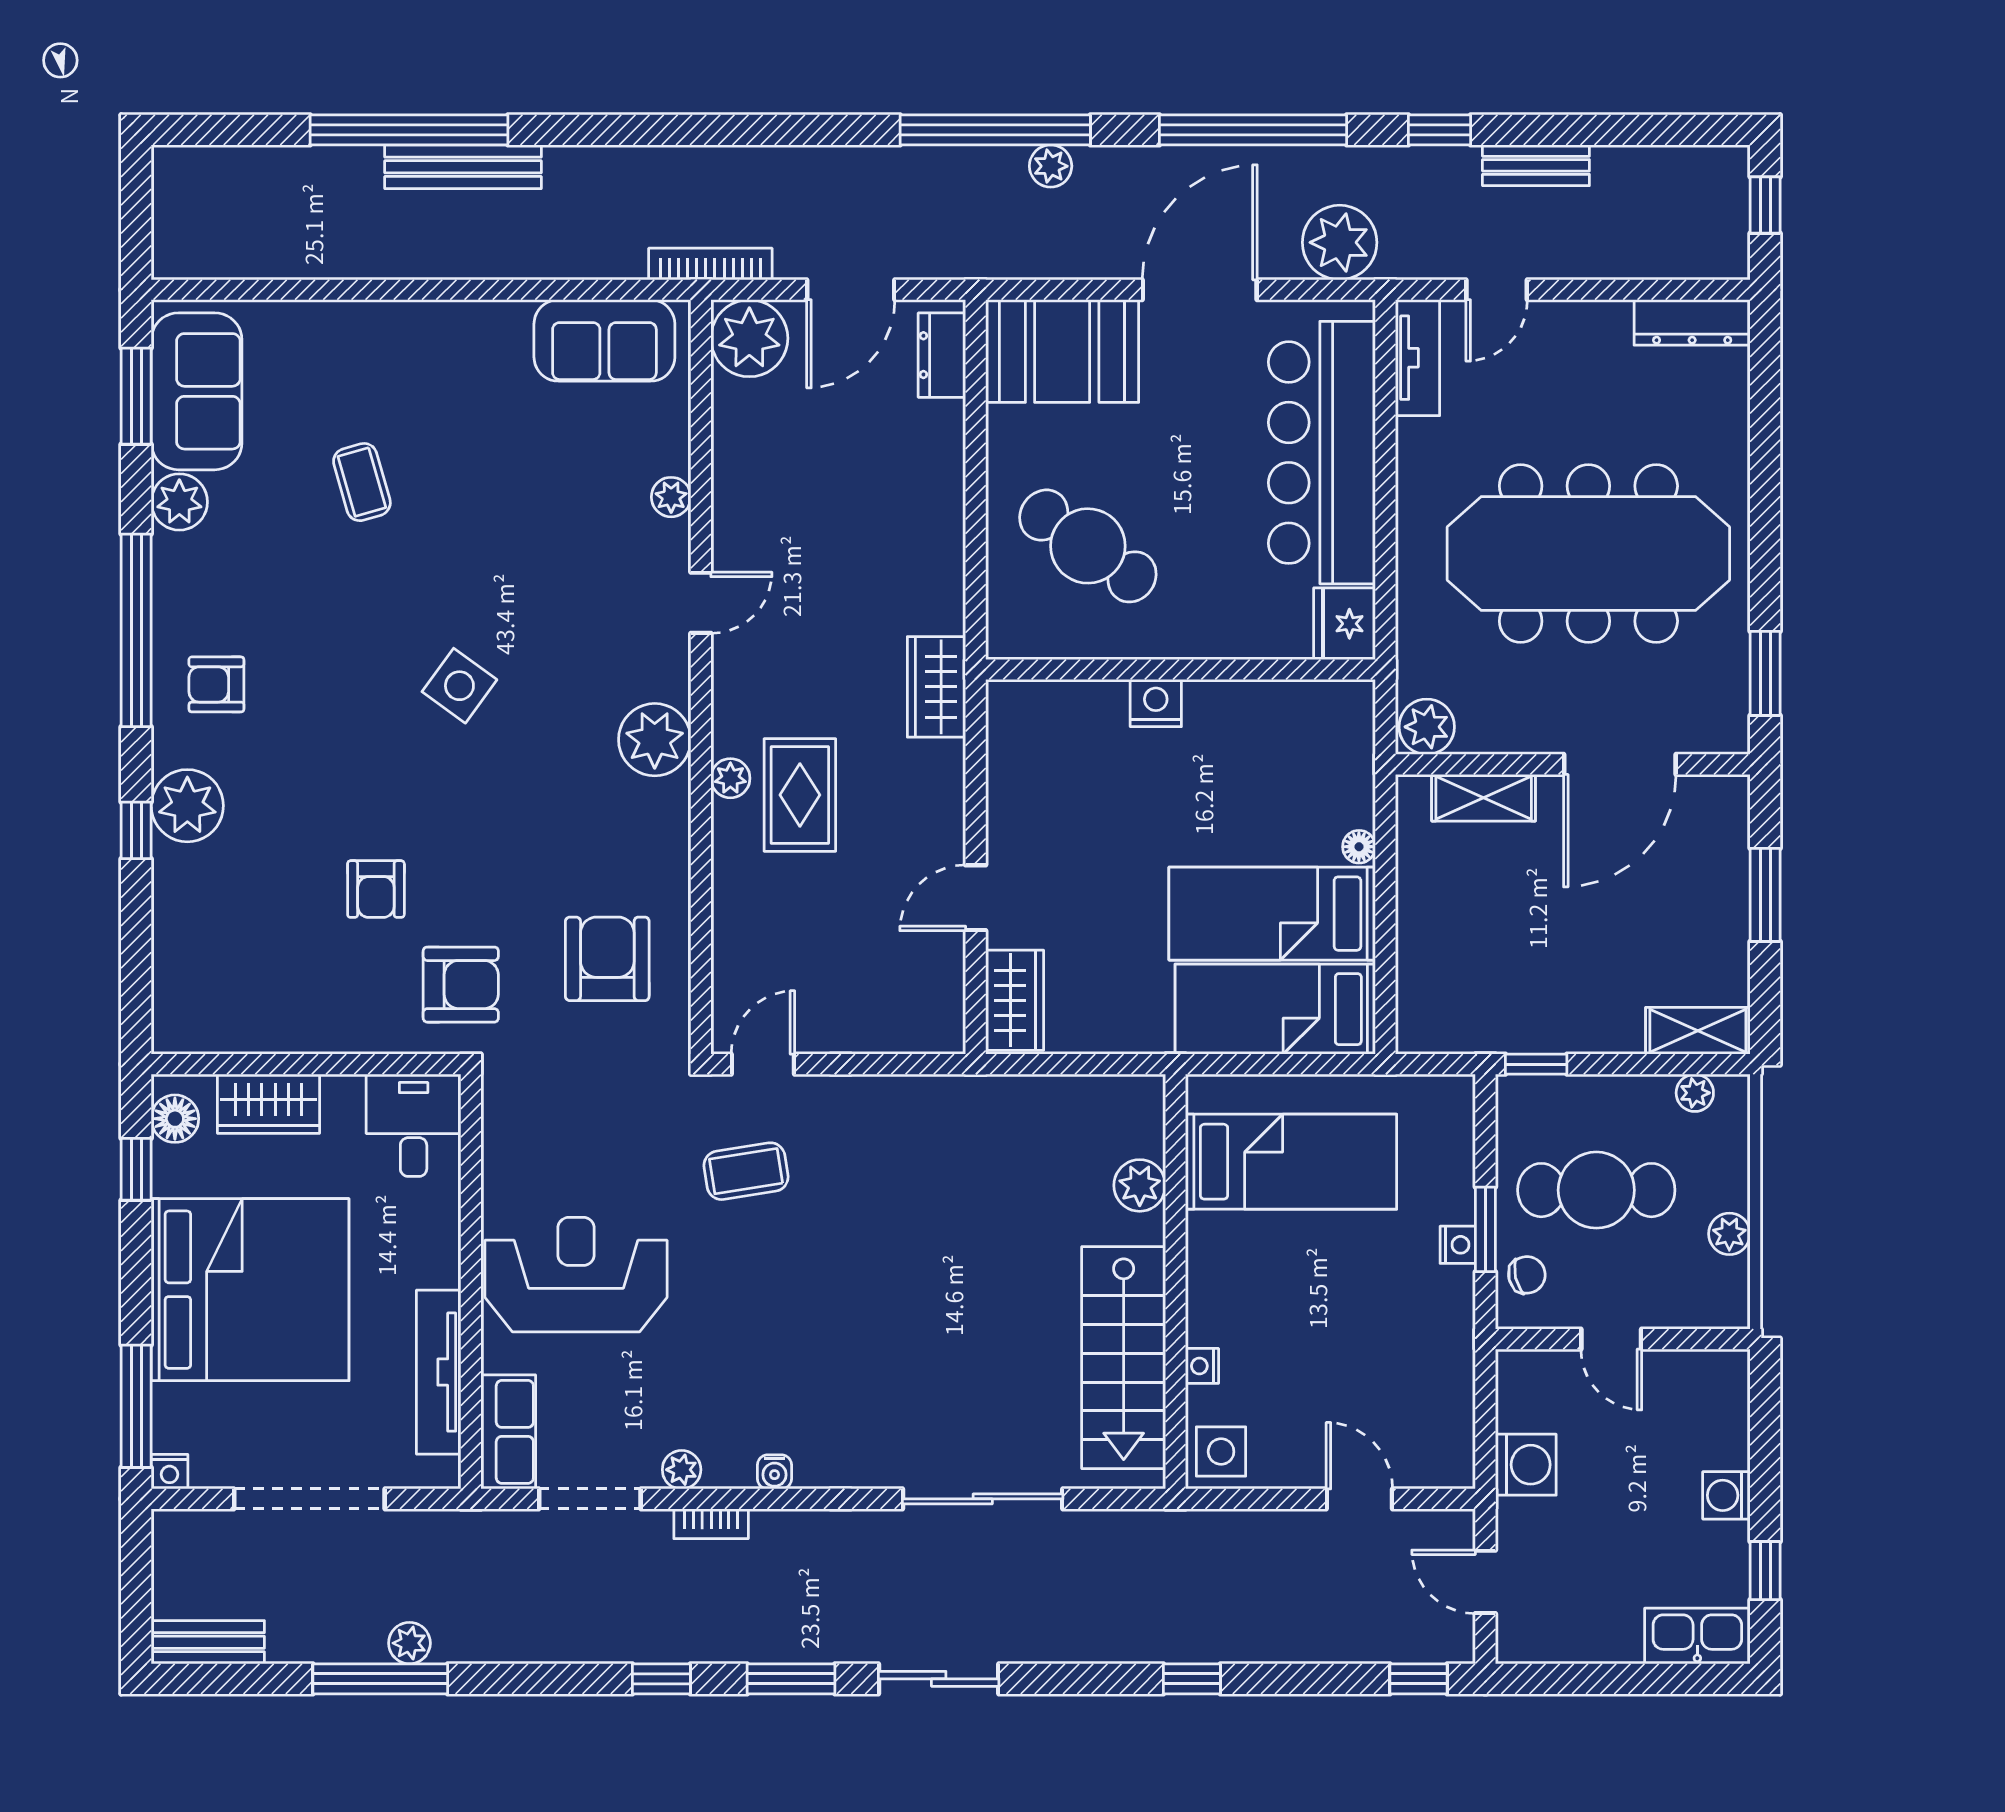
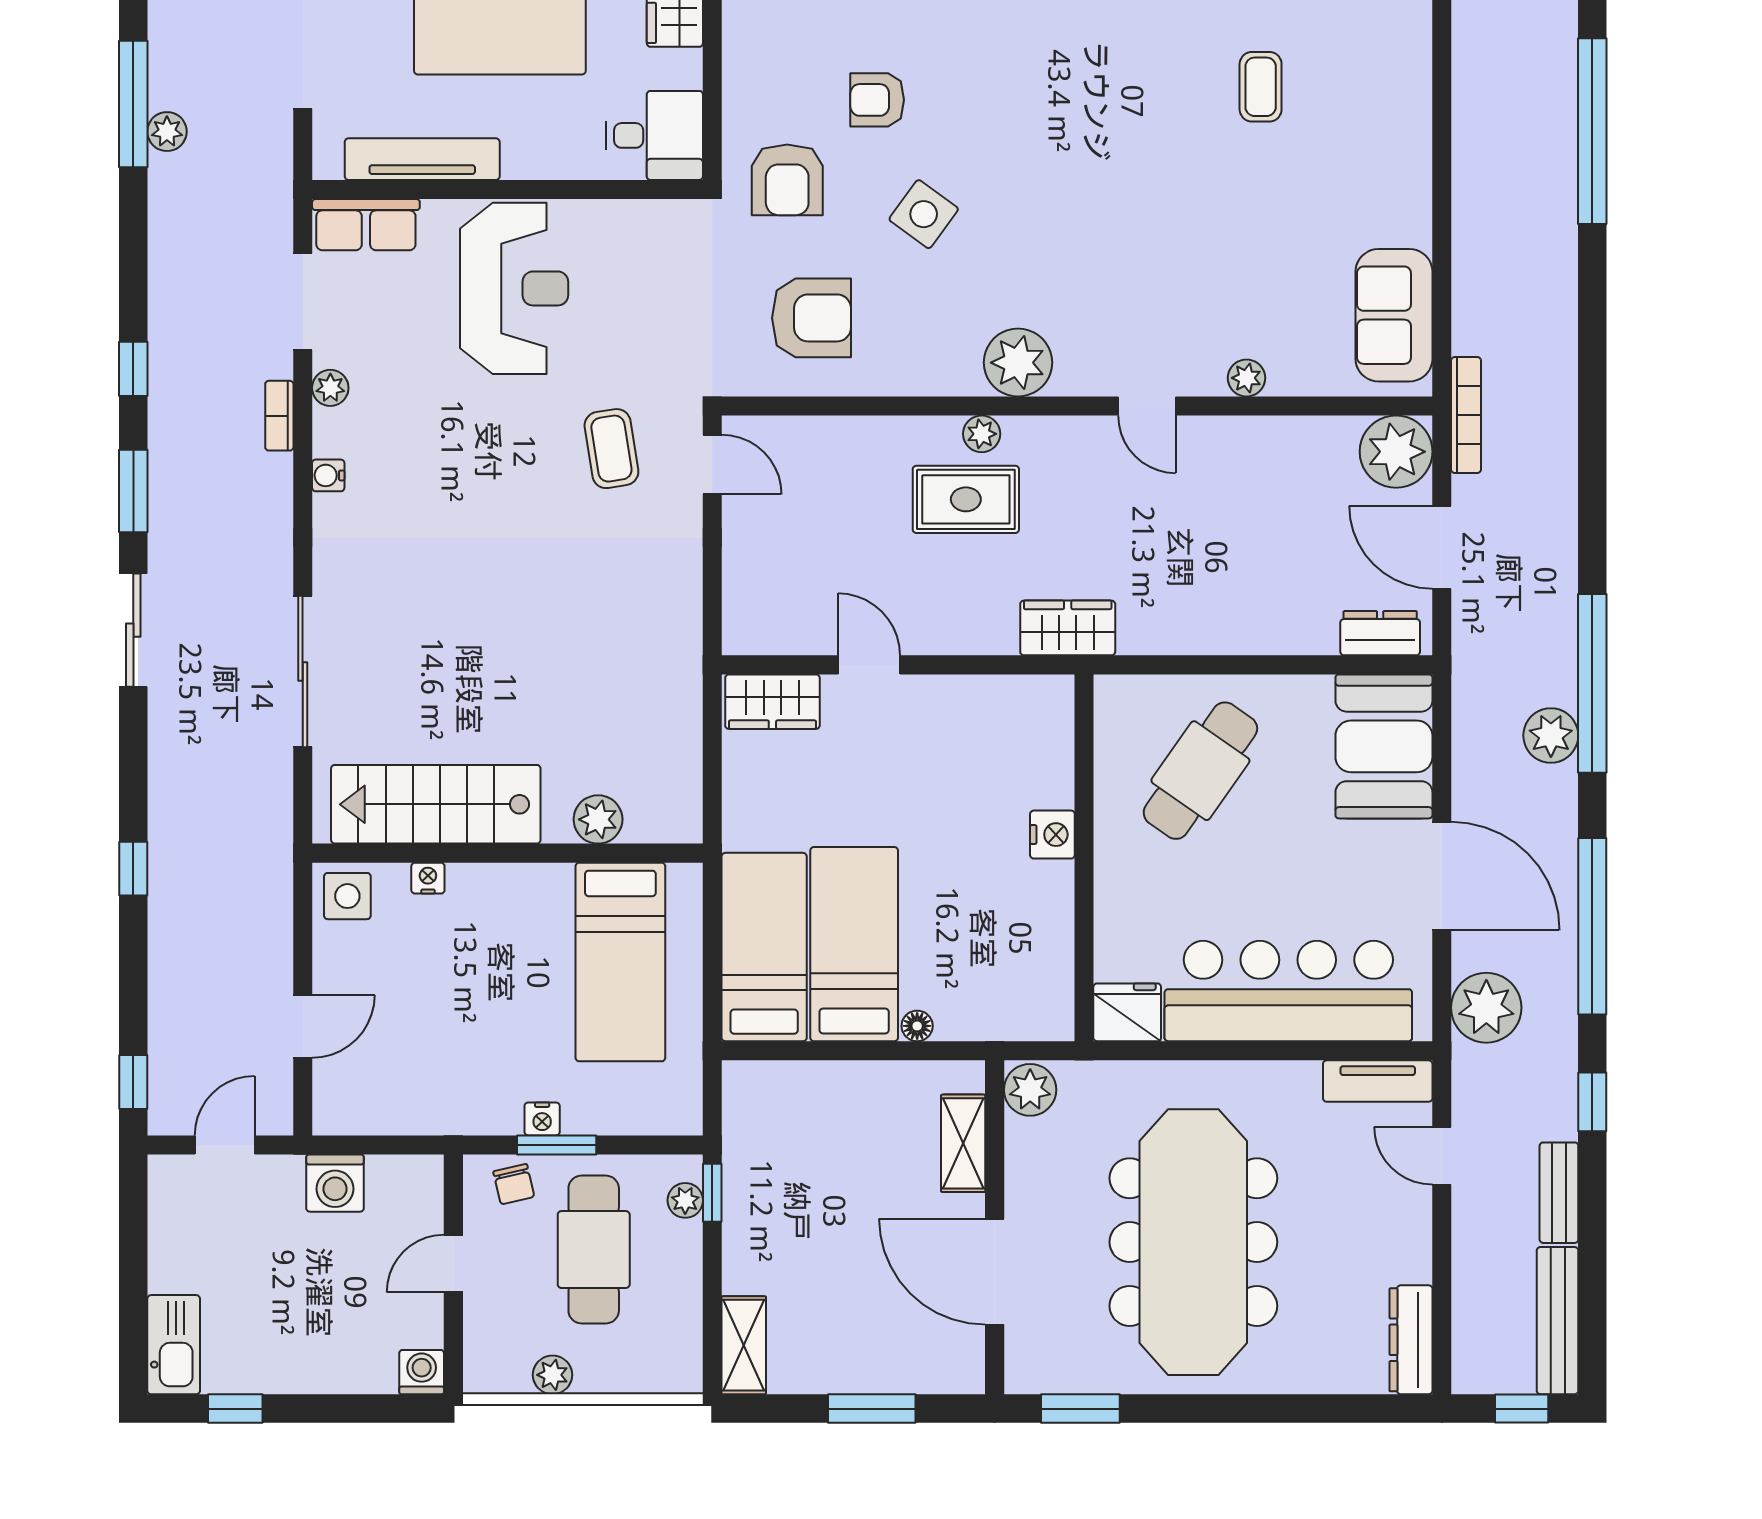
plant: (1051, 166) -> (1551, 735), width x1.38, depth x1.38
bench: (463, 167) -> (1558, 1321), moved
coffee table: (362, 482) -> (1261, 87), turned -74
side table: (459, 686) -> (924, 214), moved
plant: (1695, 1093) -> (685, 1200), moved
washing machine: (1726, 1495) -> (422, 1372), moved

